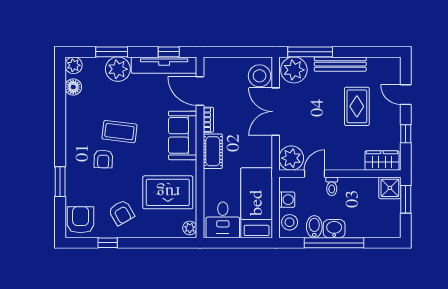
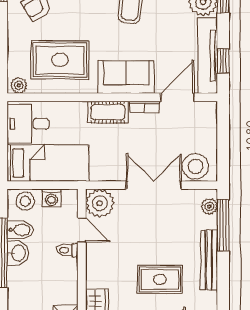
plant: (294, 70) -> (209, 206), width x0.53, depth x0.53
rug: (168, 192) -> (60, 60), turned 90

